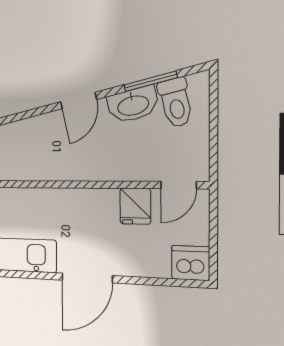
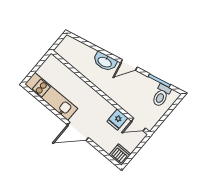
washbasin: (133, 105) -> (105, 62), moved

